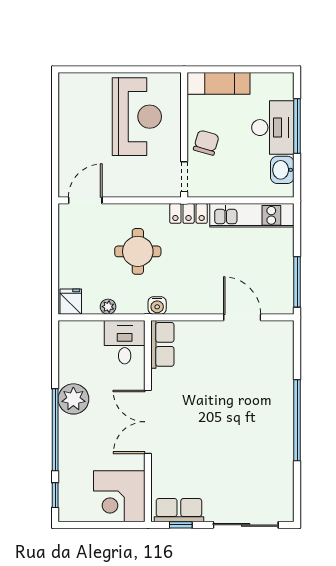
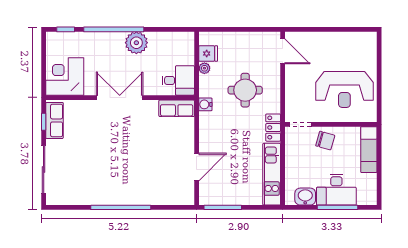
fridge: (71, 302) -> (208, 54), moved

